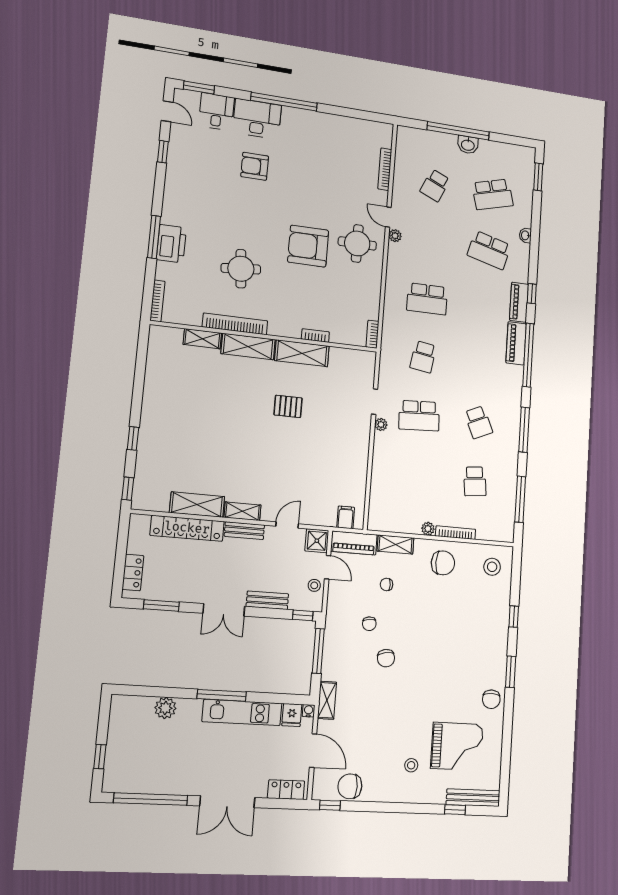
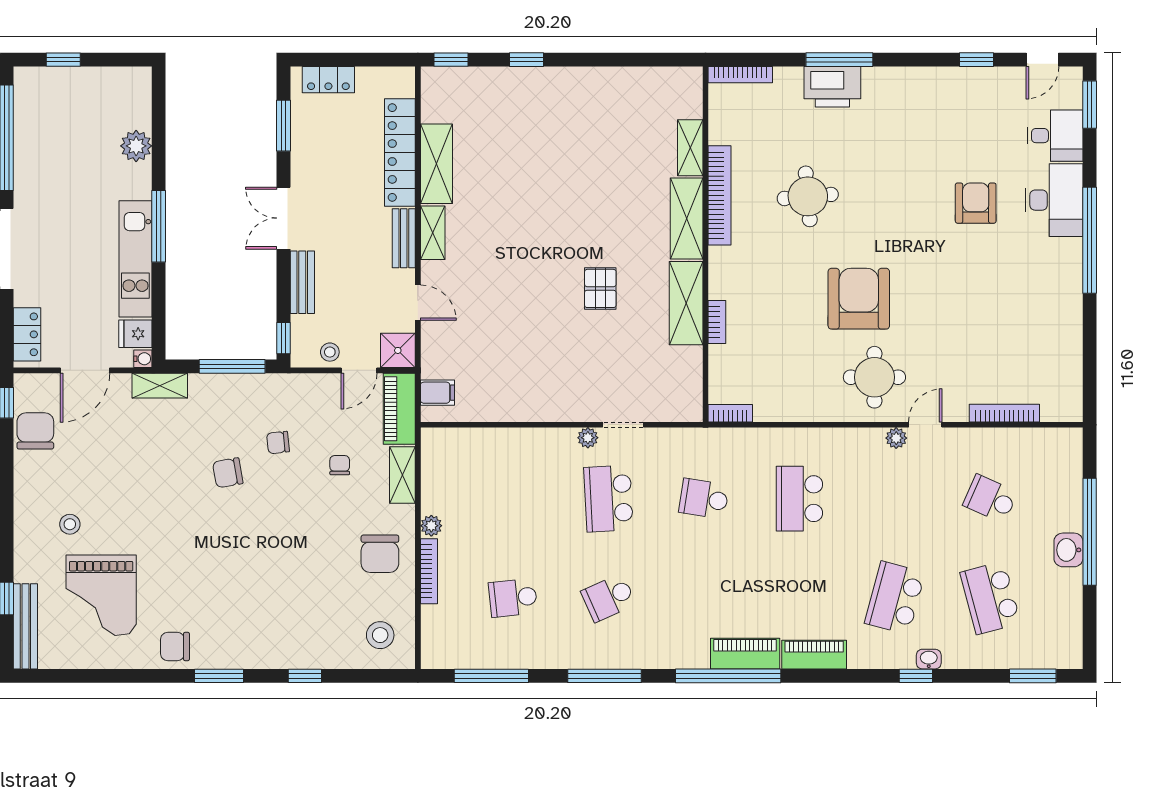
window: (532, 294) -> (916, 676), moved

